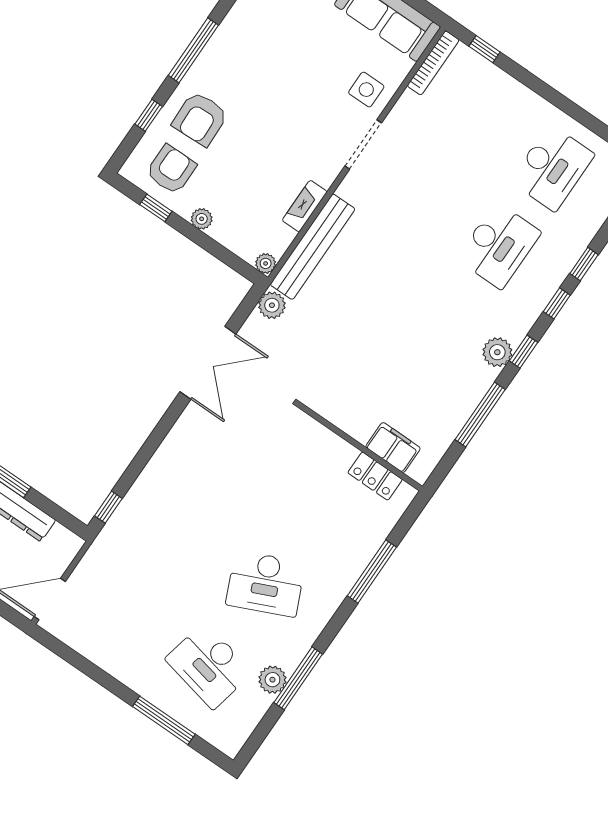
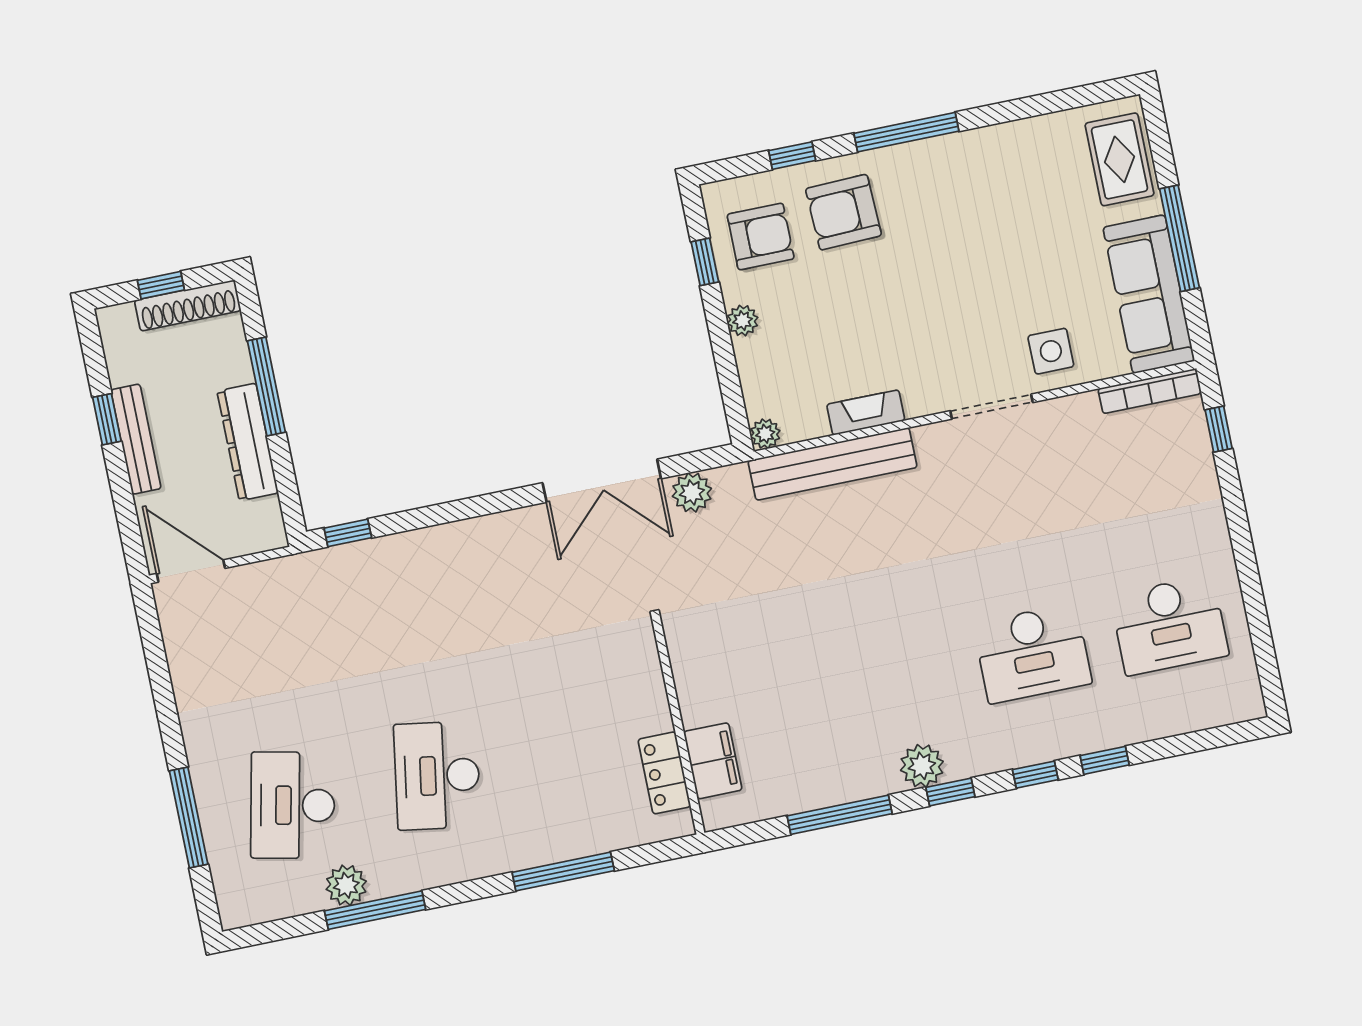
plant: (272, 305) -> (692, 492), moved
desk: (265, 584) -> (437, 776), turned 33

